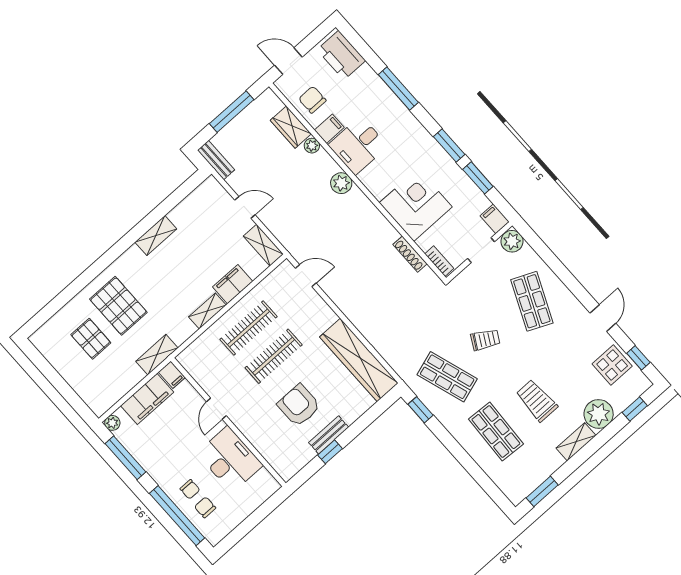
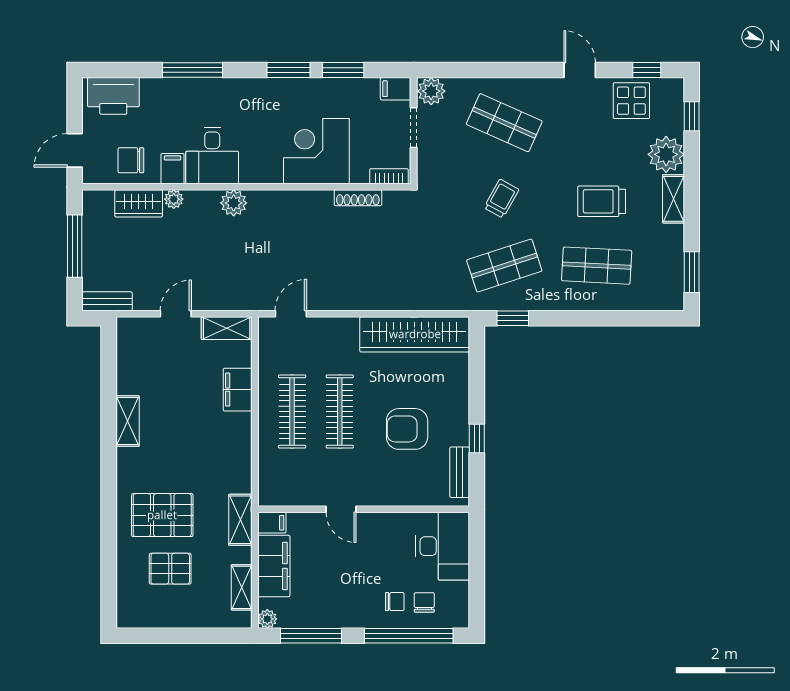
shelving: (207, 311) -> (242, 587), moved
bench: (329, 435) -> (460, 472), moved
desk: (230, 459) -> (443, 546), moved, turned 90
chair: (205, 507) -> (424, 602), turned 90

